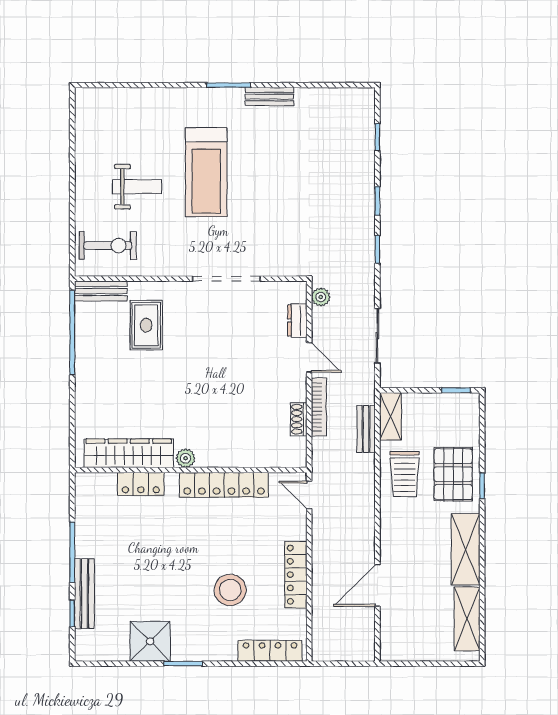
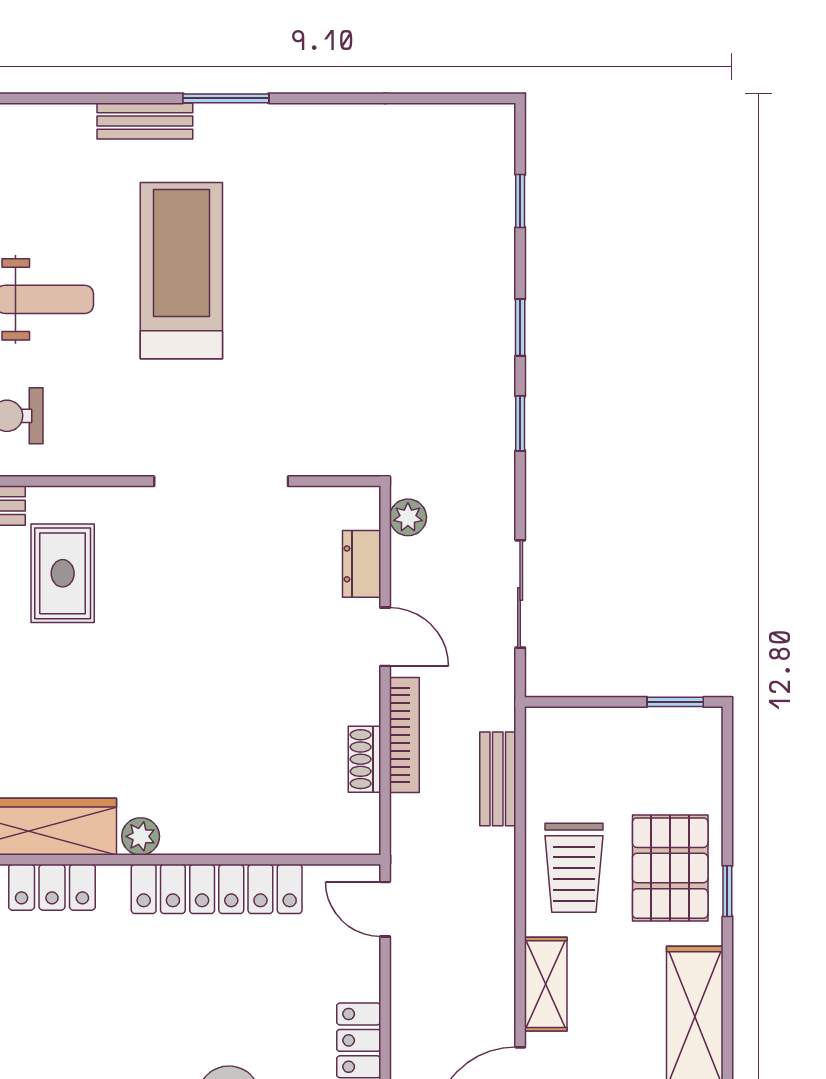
bench: (269, 97) -> (145, 121), moved
treadmill: (206, 172) -> (181, 271), turned 180
shelving: (390, 416) -> (546, 984), moved

